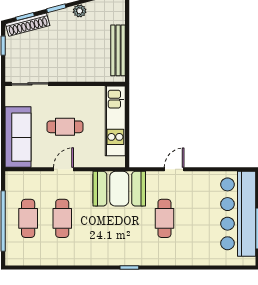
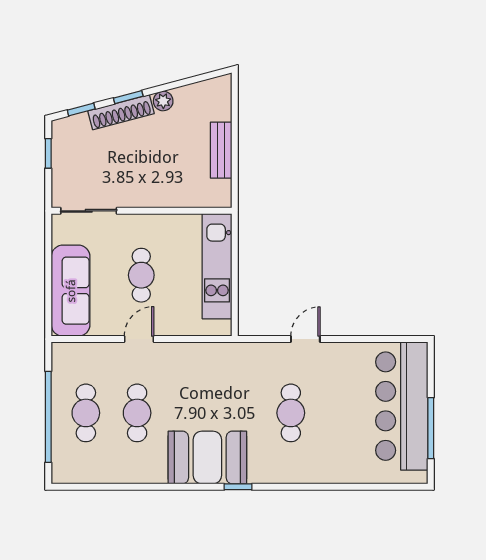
shoe rack: (28, 25) -> (121, 112), moved
bench: (118, 50) -> (221, 150), width x0.73
cafe table: (65, 127) -> (141, 275), turned 90
booth: (119, 189) -> (207, 457), moved

